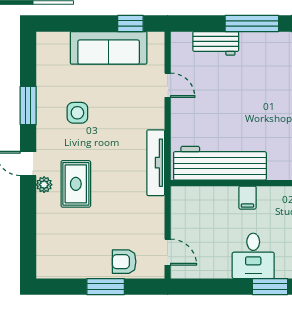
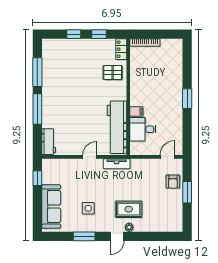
workbench: (216, 43) -> (49, 142), moved
sofa: (109, 48) -> (51, 206), moved
door: (168, 85) -> (90, 157), moved
tv unit: (156, 163) -> (117, 164), width x0.71
desk: (253, 256) -> (143, 129), moved, turned 180

